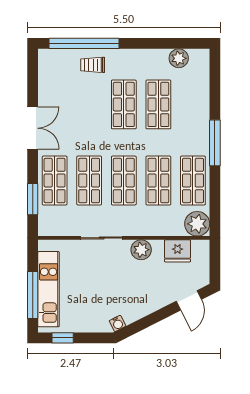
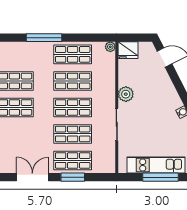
window: (33, 199) -> (73, 177), moved
plant: (197, 224) -> (110, 47), width x0.53, depth x0.53
fridge: (177, 251) -> (128, 50), moved, turned 90

